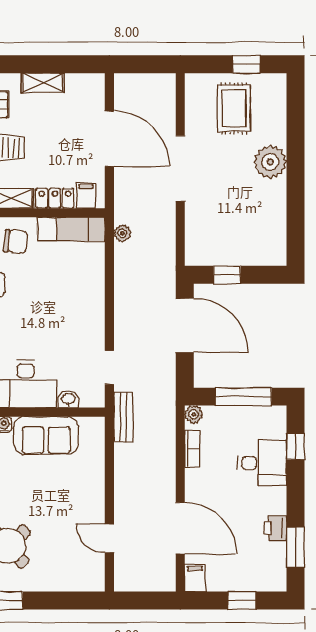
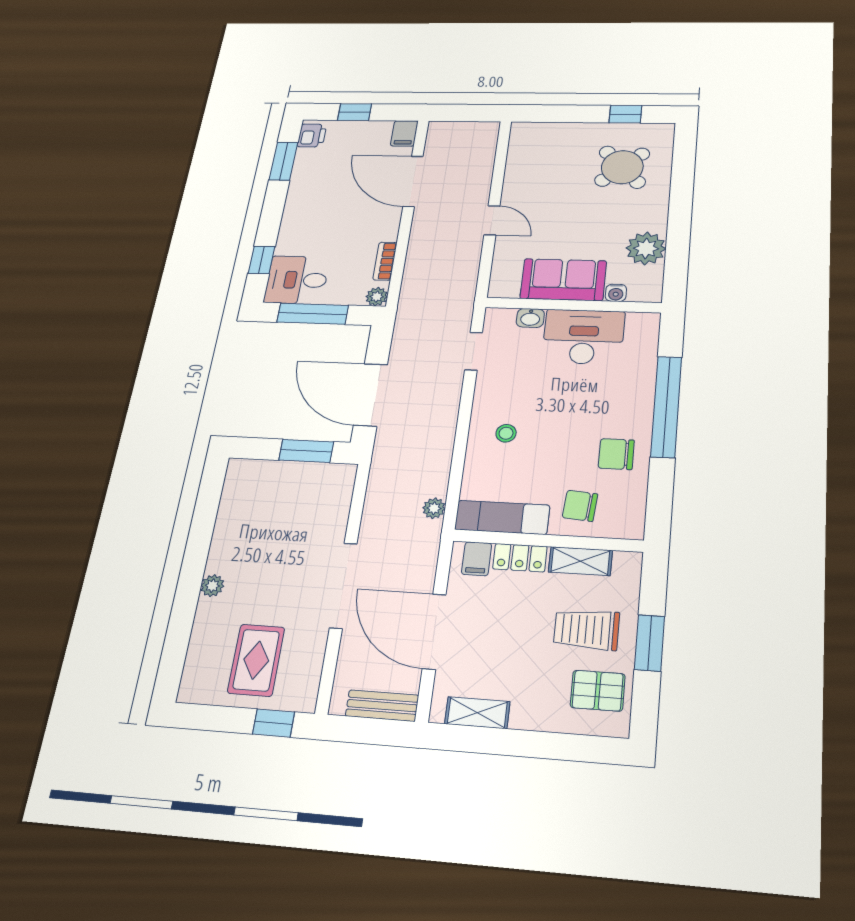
window: (246, 64) -> (274, 723), moved
shelving: (43, 83) -> (477, 713), moved
plant: (270, 162) -> (212, 586), width x0.53, depth x0.53
window: (227, 275) -> (306, 451), width x1.50
stool: (76, 298) -> (506, 433), added
bench: (123, 417) -> (382, 706), moved, turned 90
desk: (262, 463) -> (297, 280), moved
printer: (275, 528) -> (312, 136), moved
door: (109, 538) -> (492, 220), moved

